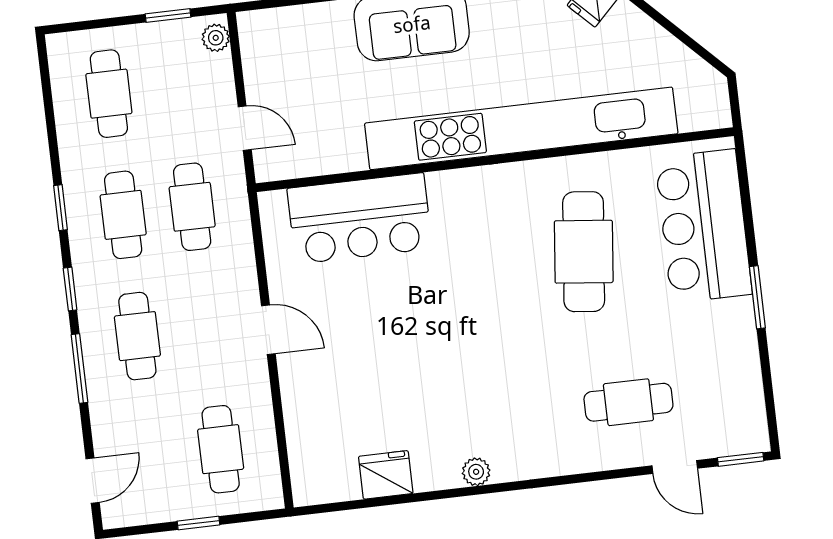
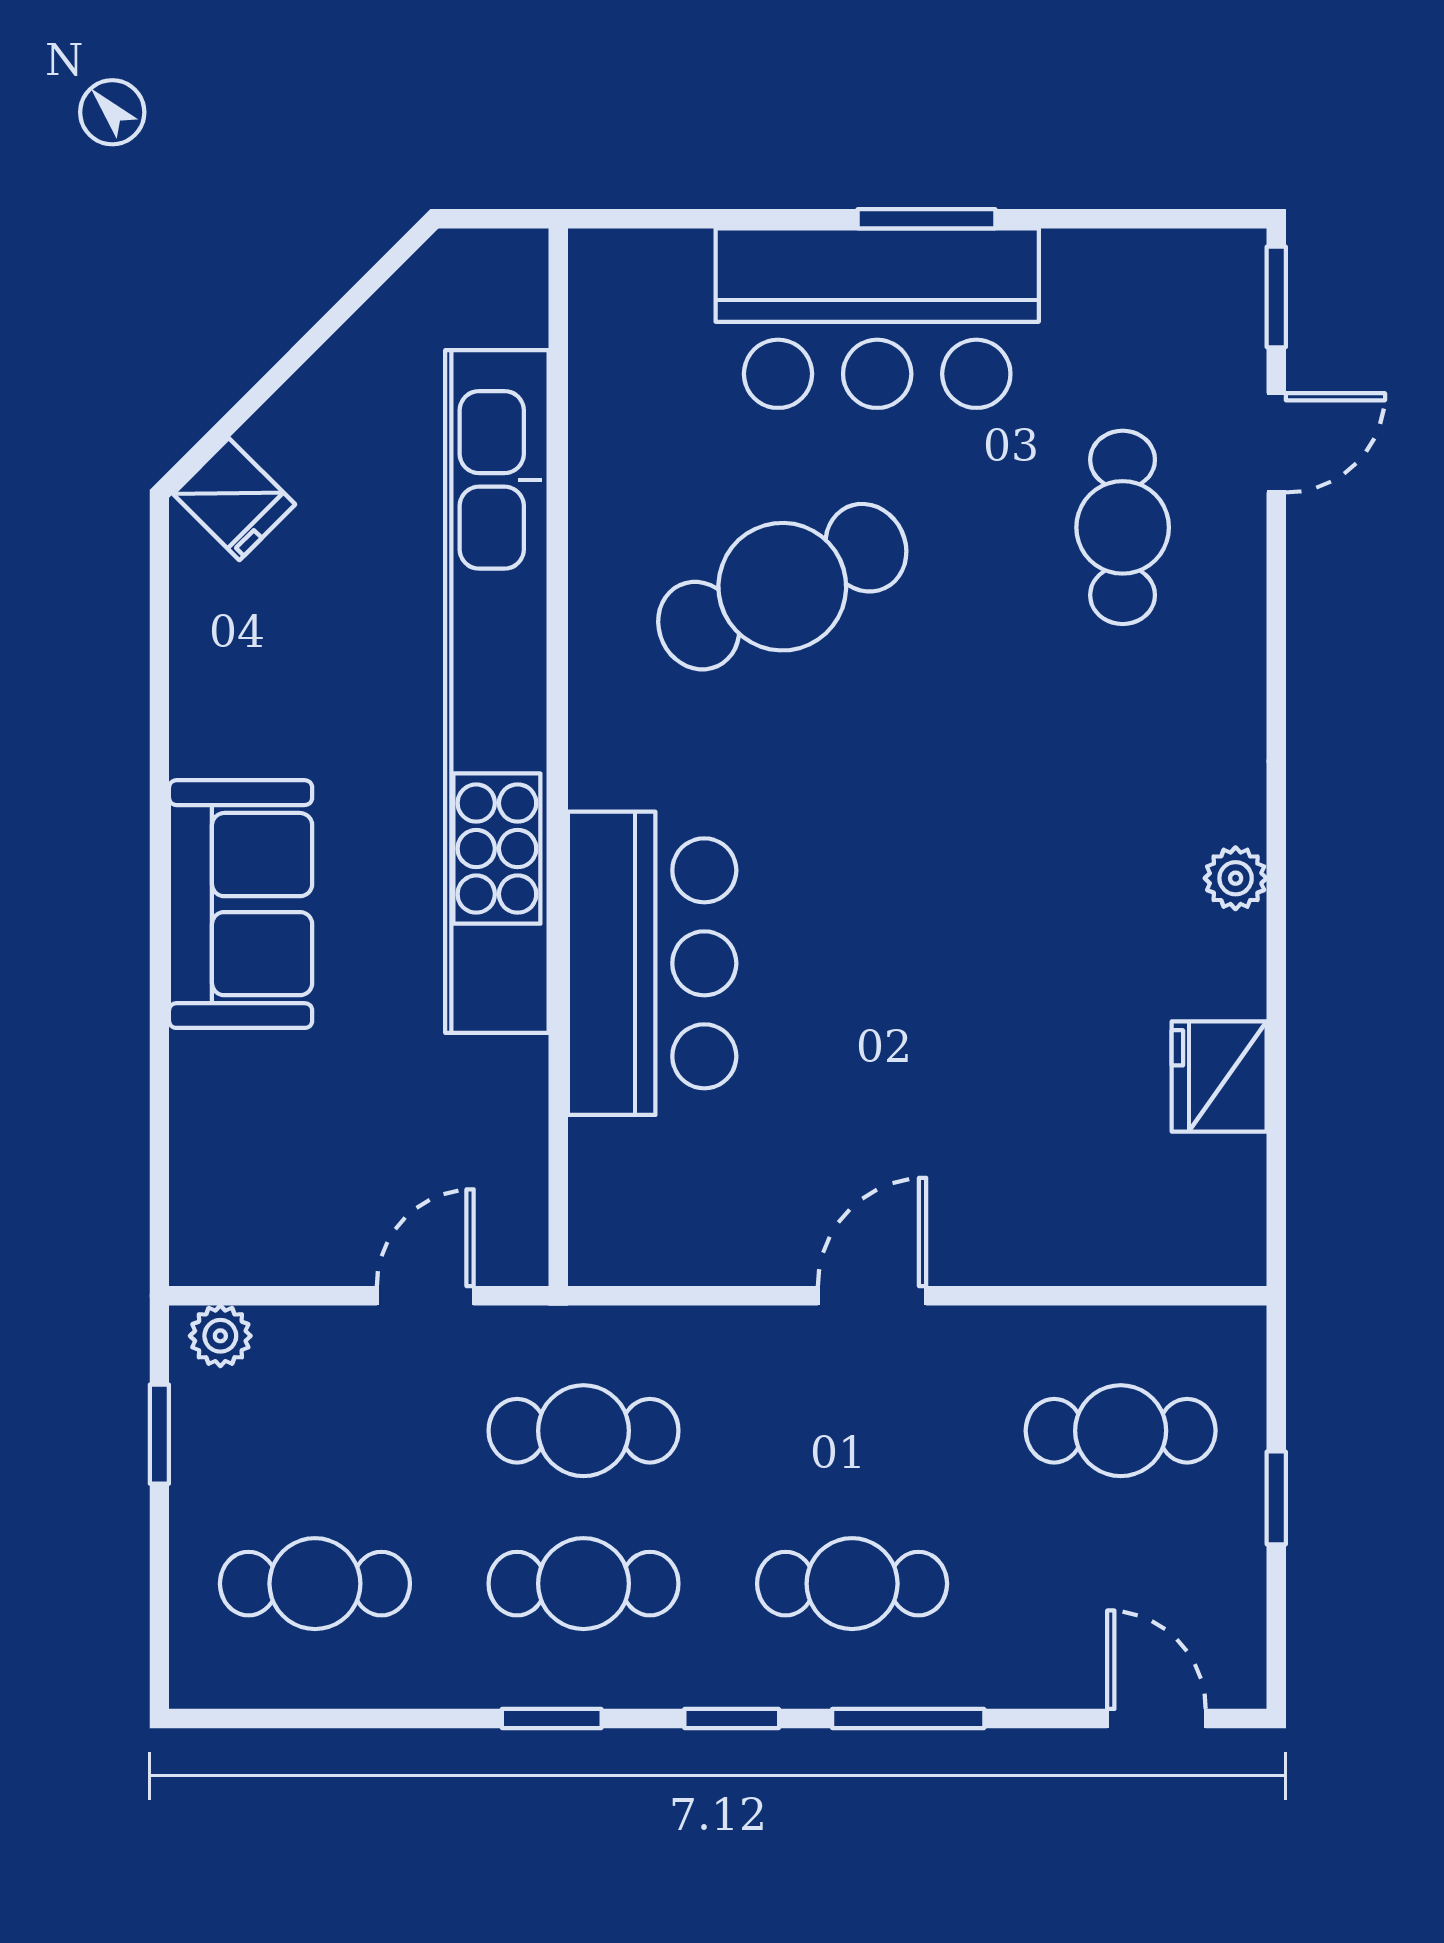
bar counter: (360, 218) -> (652, 963), moved
bar counter: (703, 226) -> (877, 318), moved
cafe table: (584, 252) -> (782, 587), turned -31

